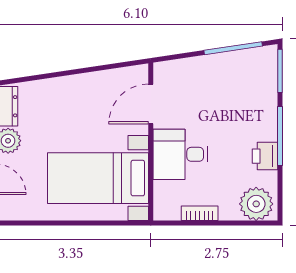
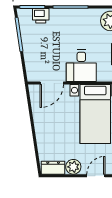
door: (151, 104) -> (52, 83), hinge flipped
printer: (265, 156) -> (41, 16), moved

